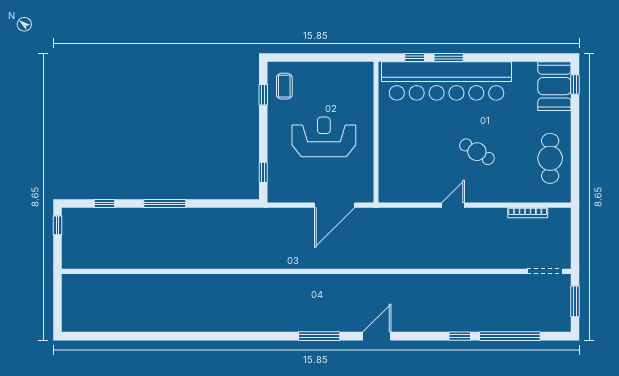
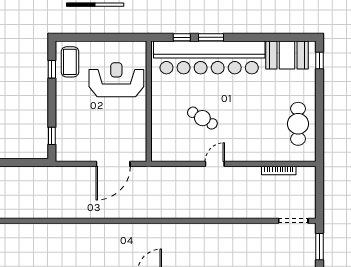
coffee table: (284, 86) -> (70, 62), width x1.36, depth x1.30
booth: (554, 86) -> (287, 55), moved, turned 90
reception desk: (324, 137) -> (116, 80), moved
cafe table: (477, 152) -> (202, 118), moved

